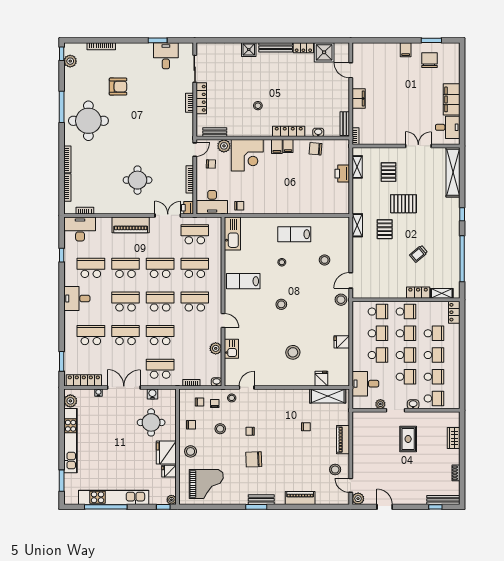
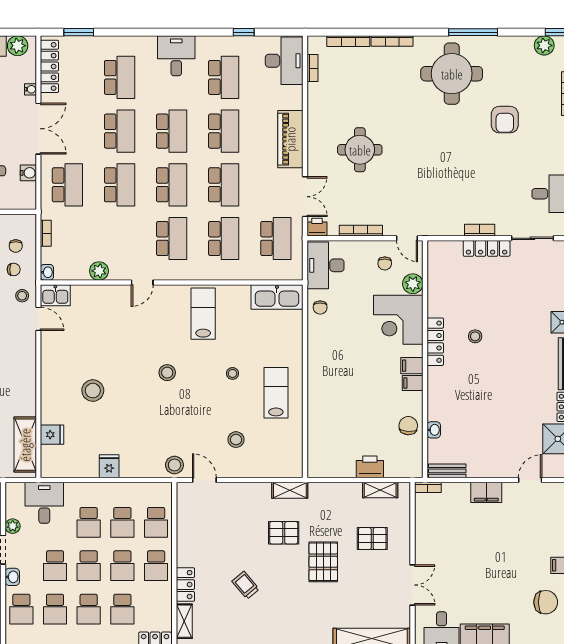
locker: (289, 131) -> (435, 342), moved
bench: (215, 132) -> (434, 269), removed
kitchen sink: (231, 349) -> (55, 295), moved

